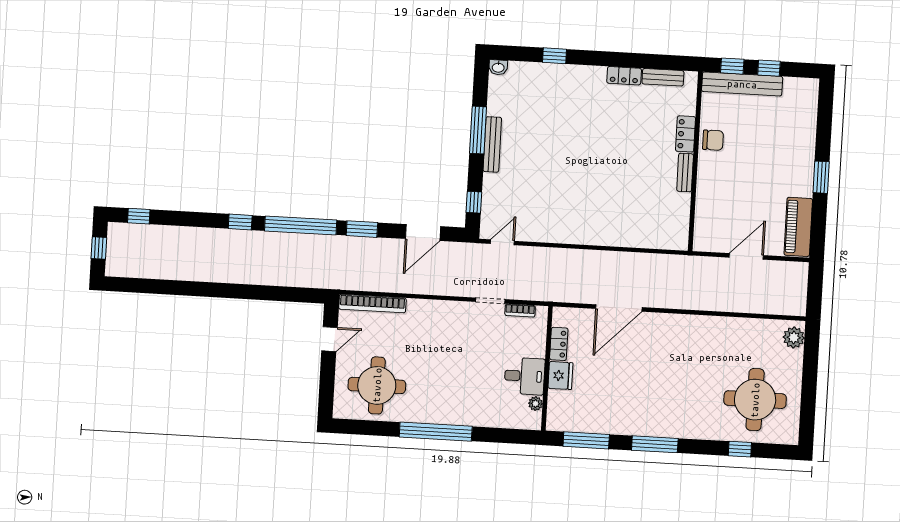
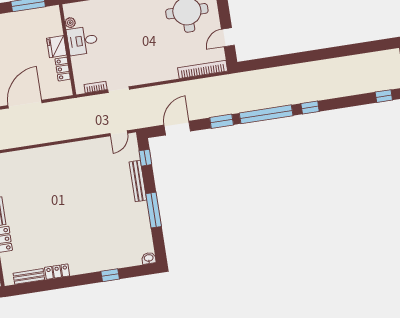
bench: (492, 144) -> (138, 181), moved

